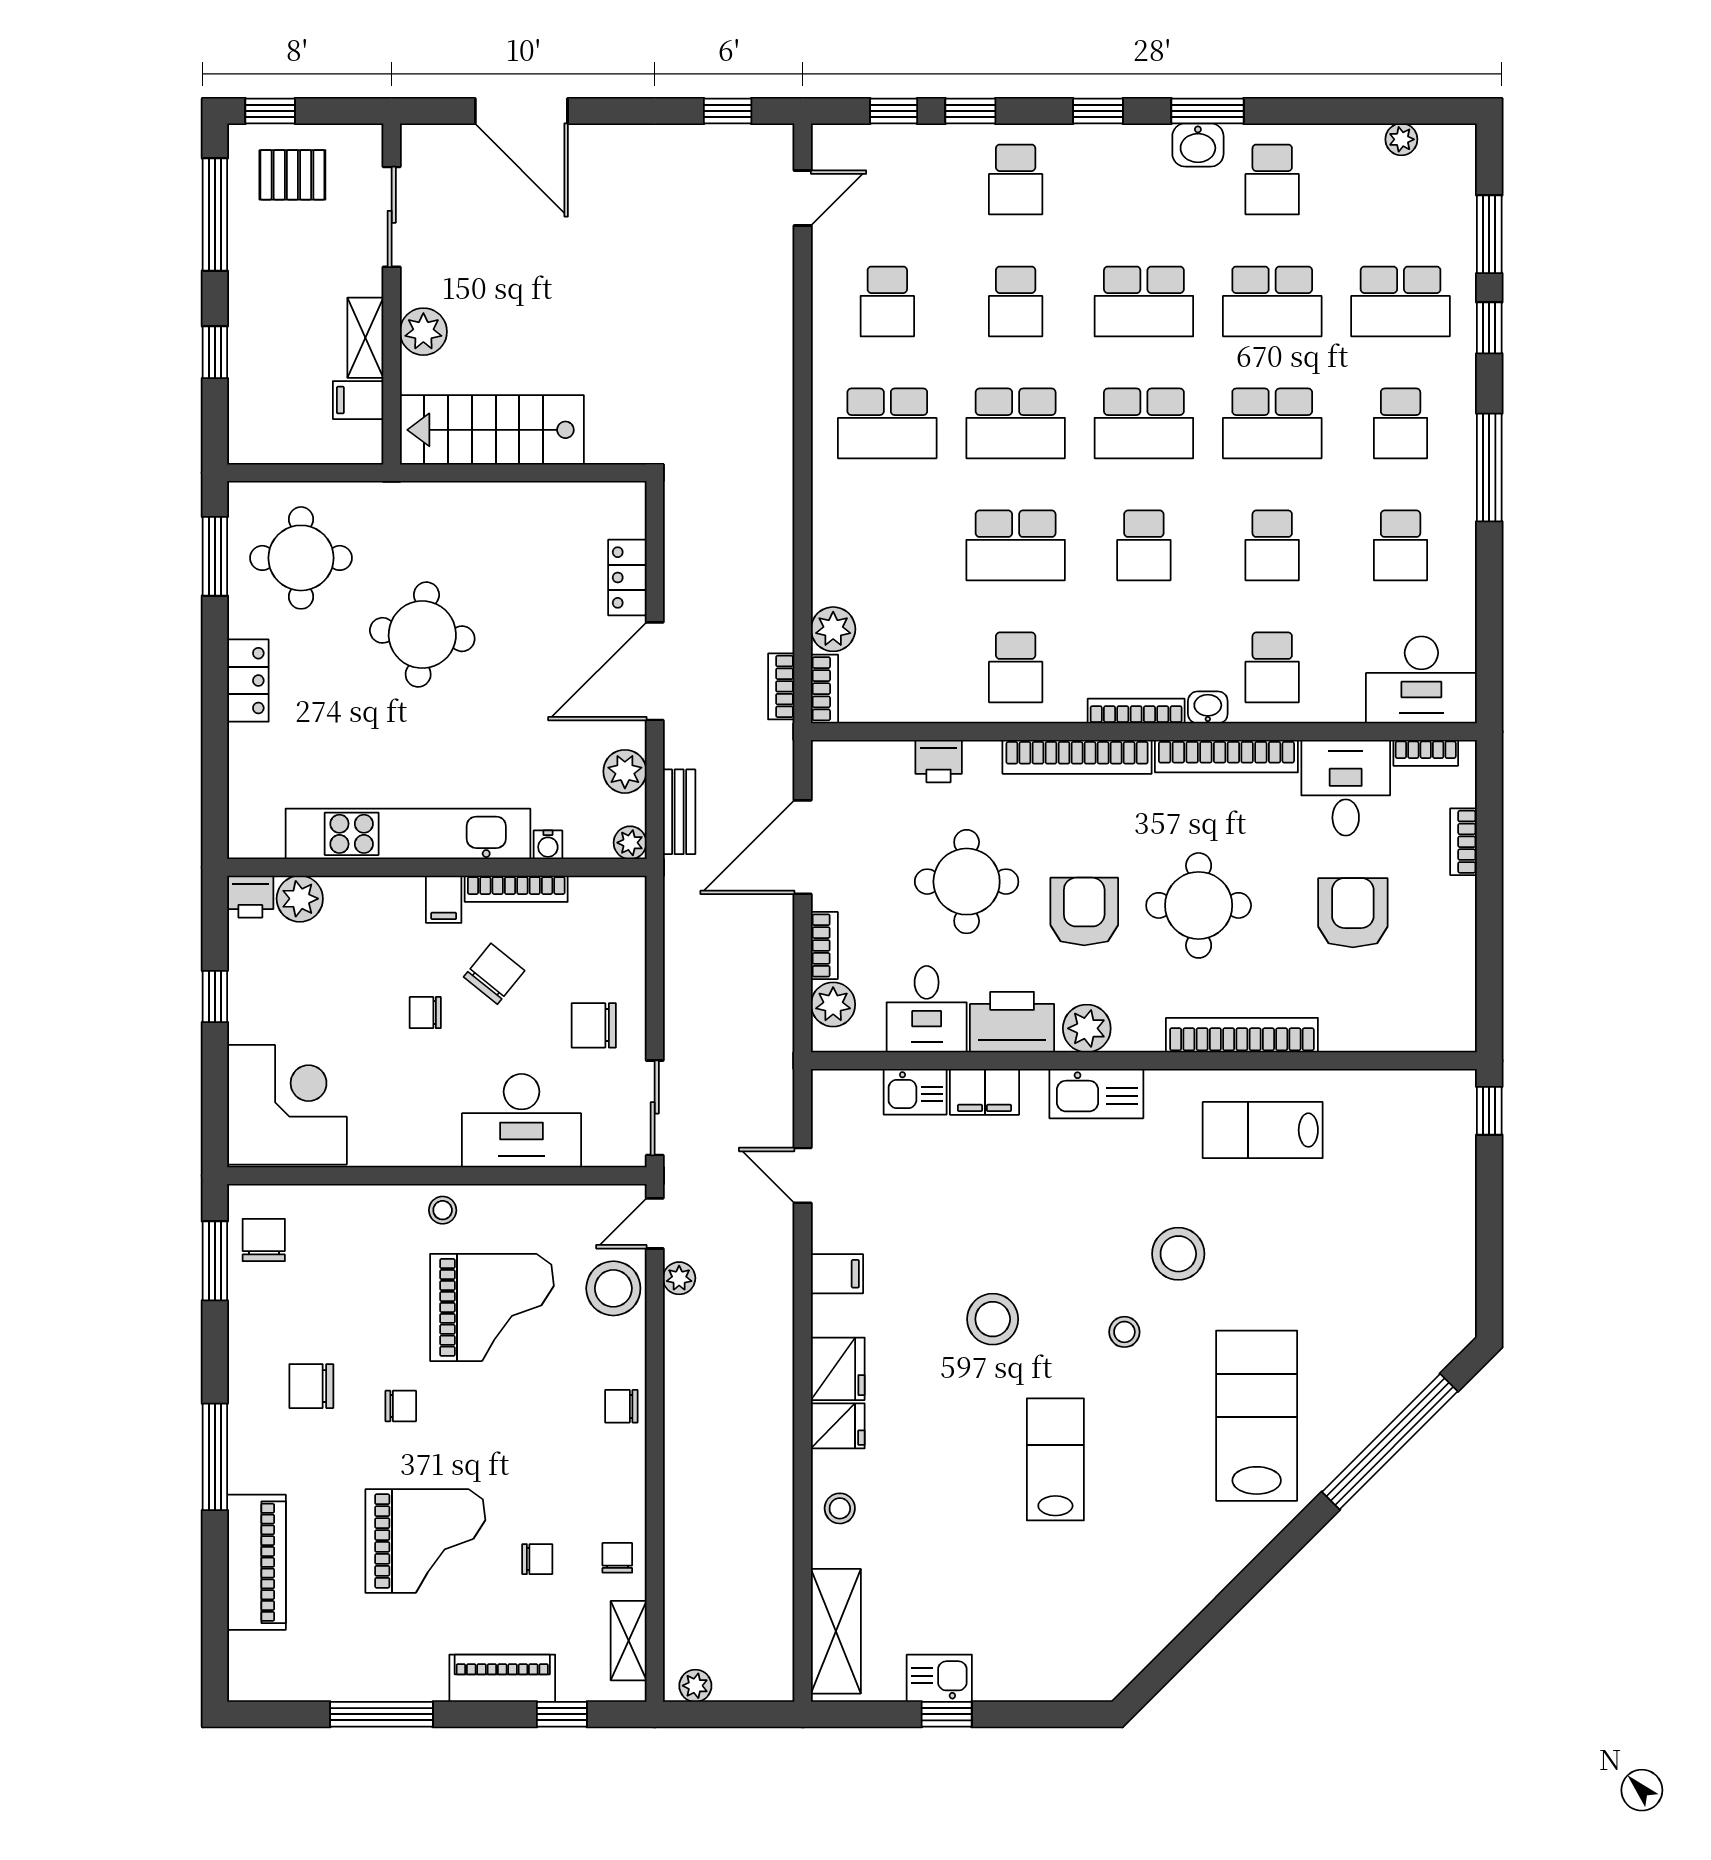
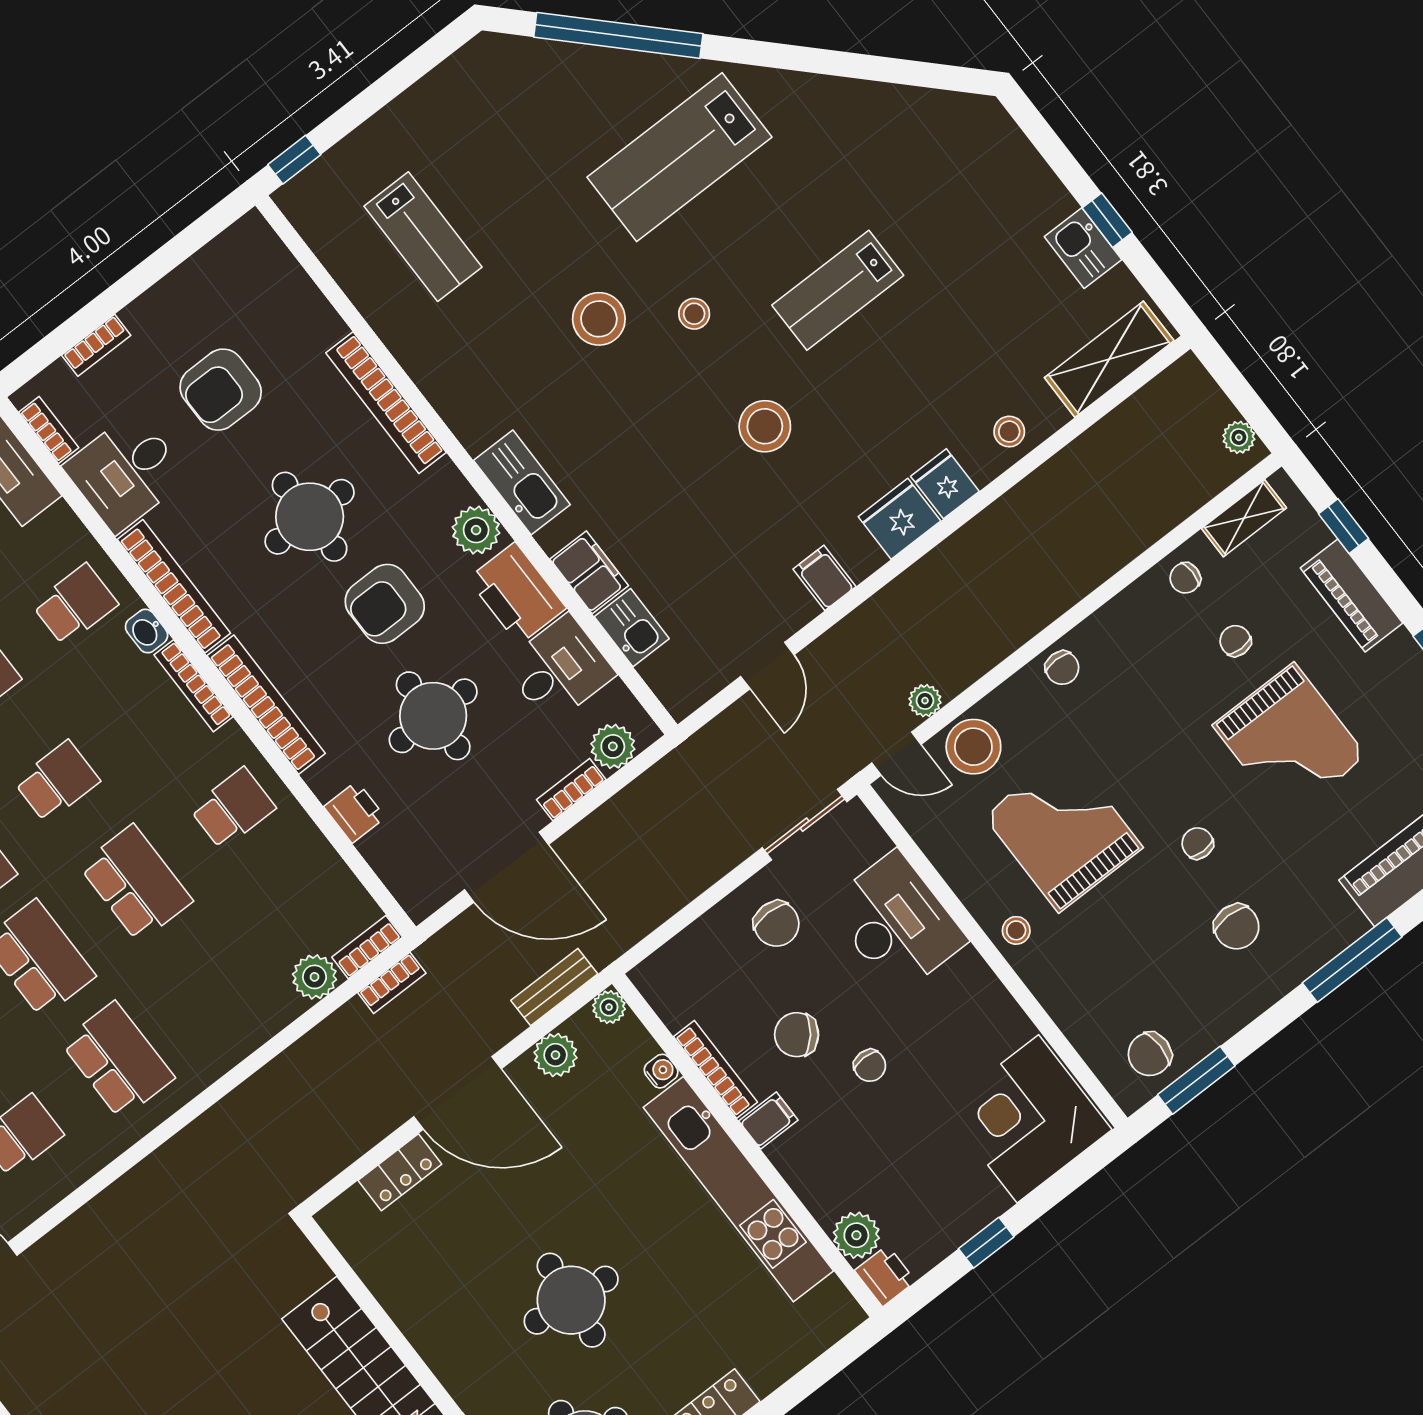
lab bench: (1263, 1130) -> (423, 237), moved
grand piano: (425, 1541) -> (1290, 741), turned 180

